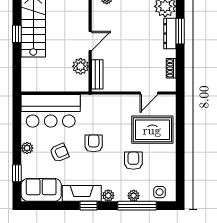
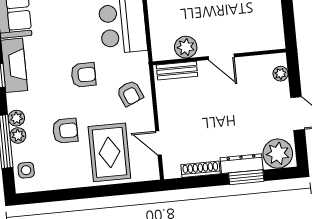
shoe rack: (171, 68) -> (200, 169), width x1.43
armchair: (59, 153) -> (130, 93), moved
plant: (108, 195) -> (16, 118), moved

